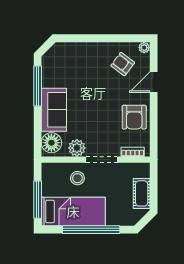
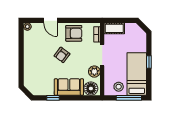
armchair: (123, 64) -> (62, 55), moved
window: (38, 86) -> (53, 98), width x0.46
stool: (77, 178) -> (119, 87), moved
cot: (142, 193) -> (114, 28), moved
window: (91, 230) -> (149, 62), width x0.32

